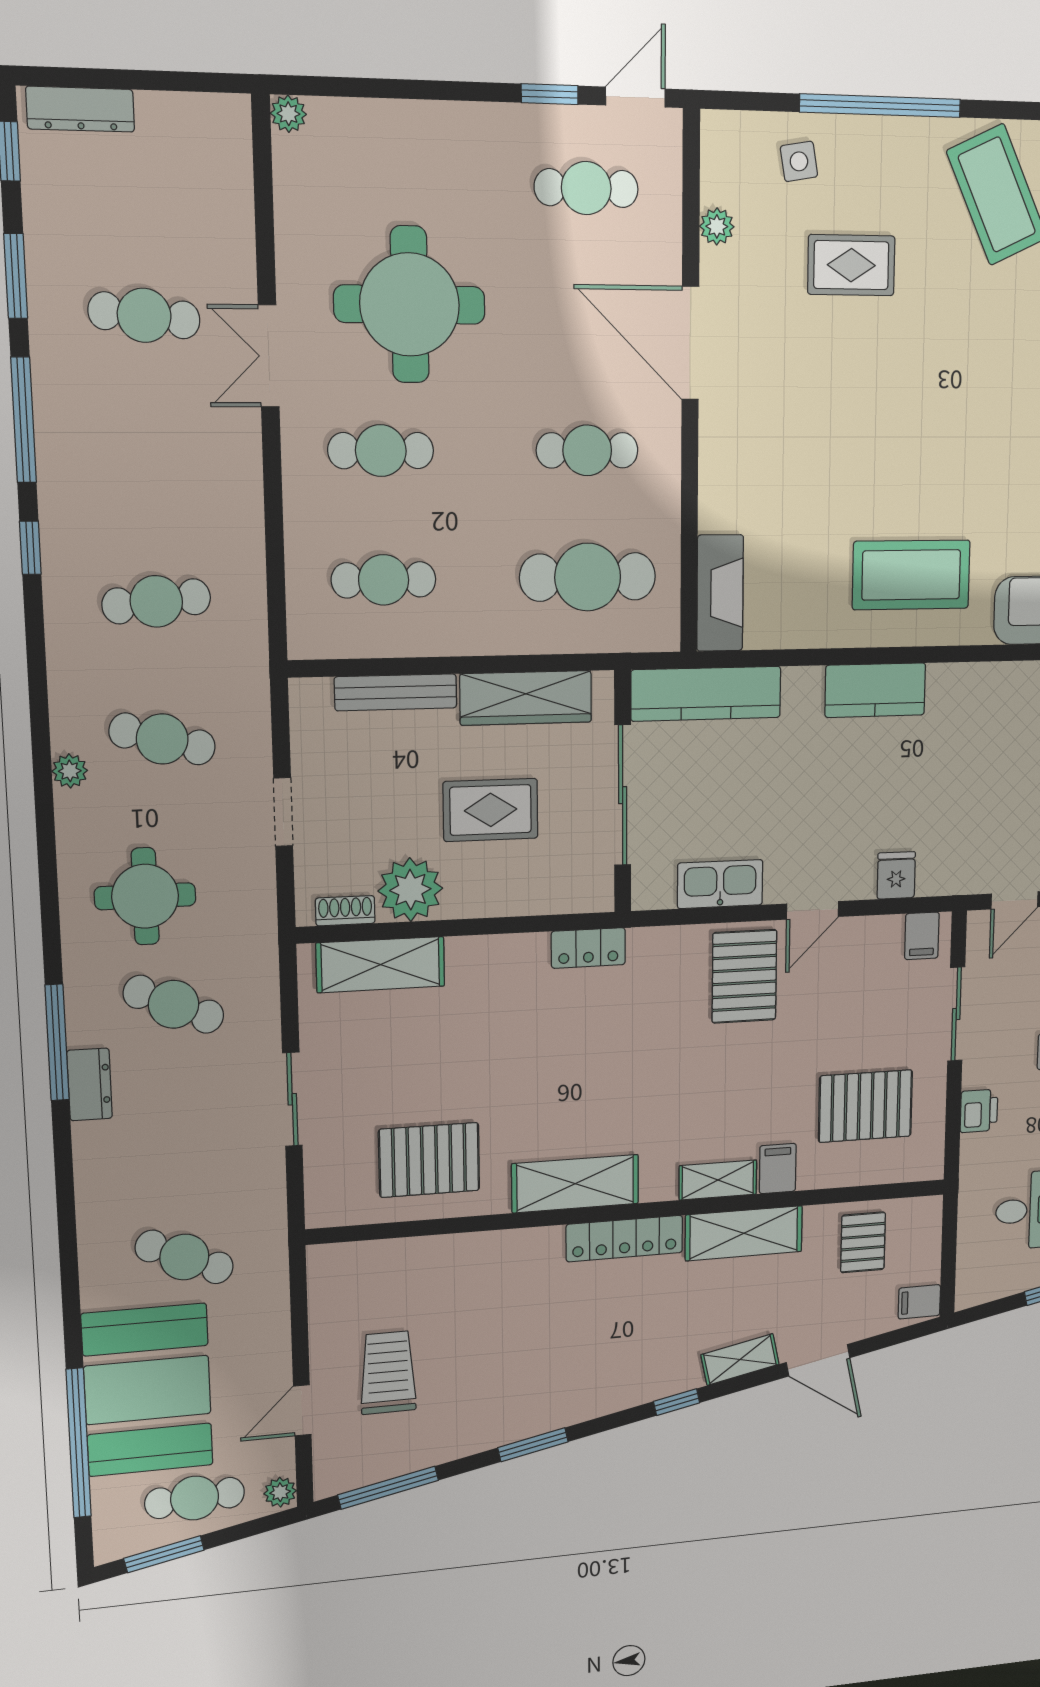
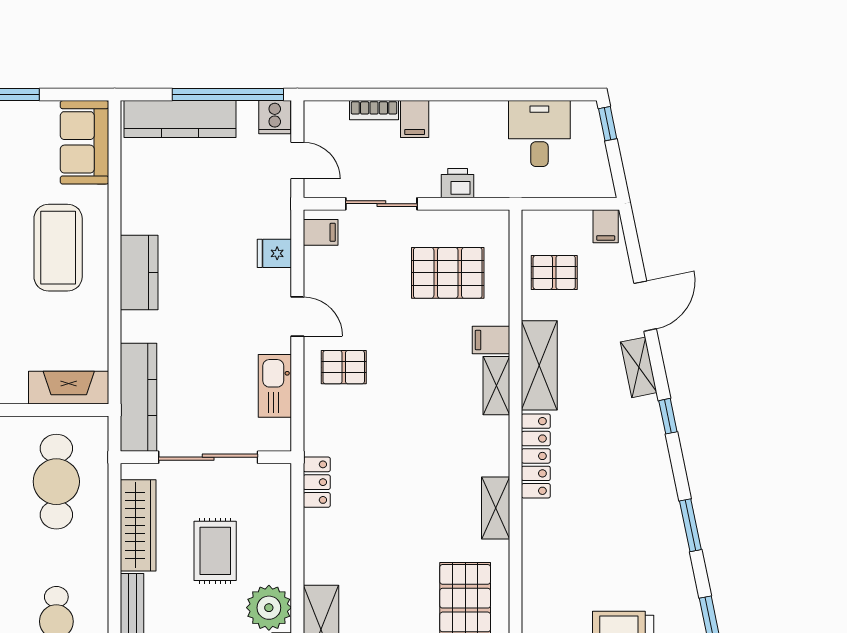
pallet: (744, 976) -> (344, 367), width x0.67, depth x0.71
pallet: (866, 1106) -> (448, 273), turned 90
shelving: (575, 1184) -> (496, 508), width x0.67, depth x0.75

